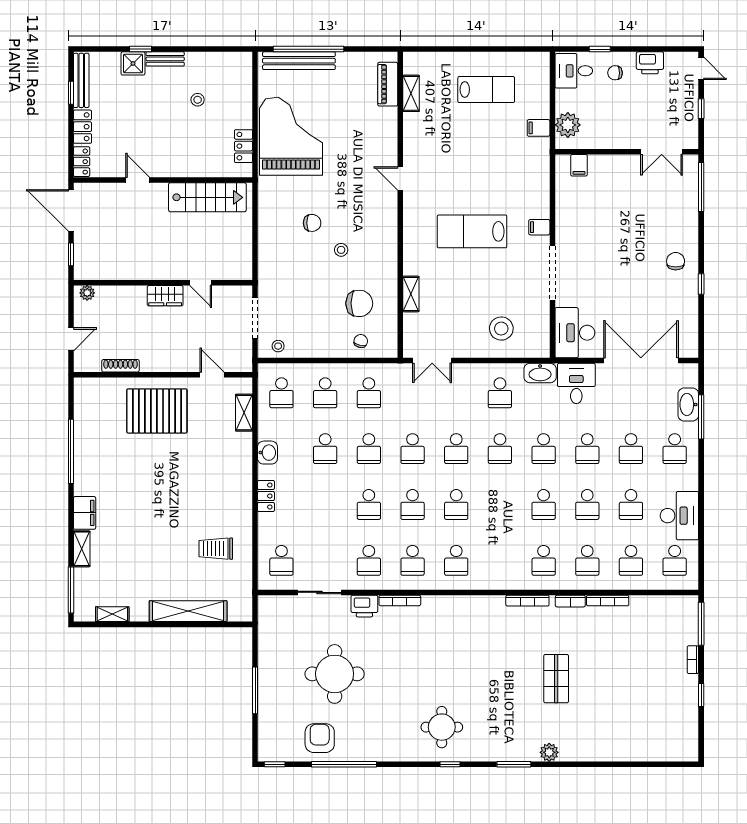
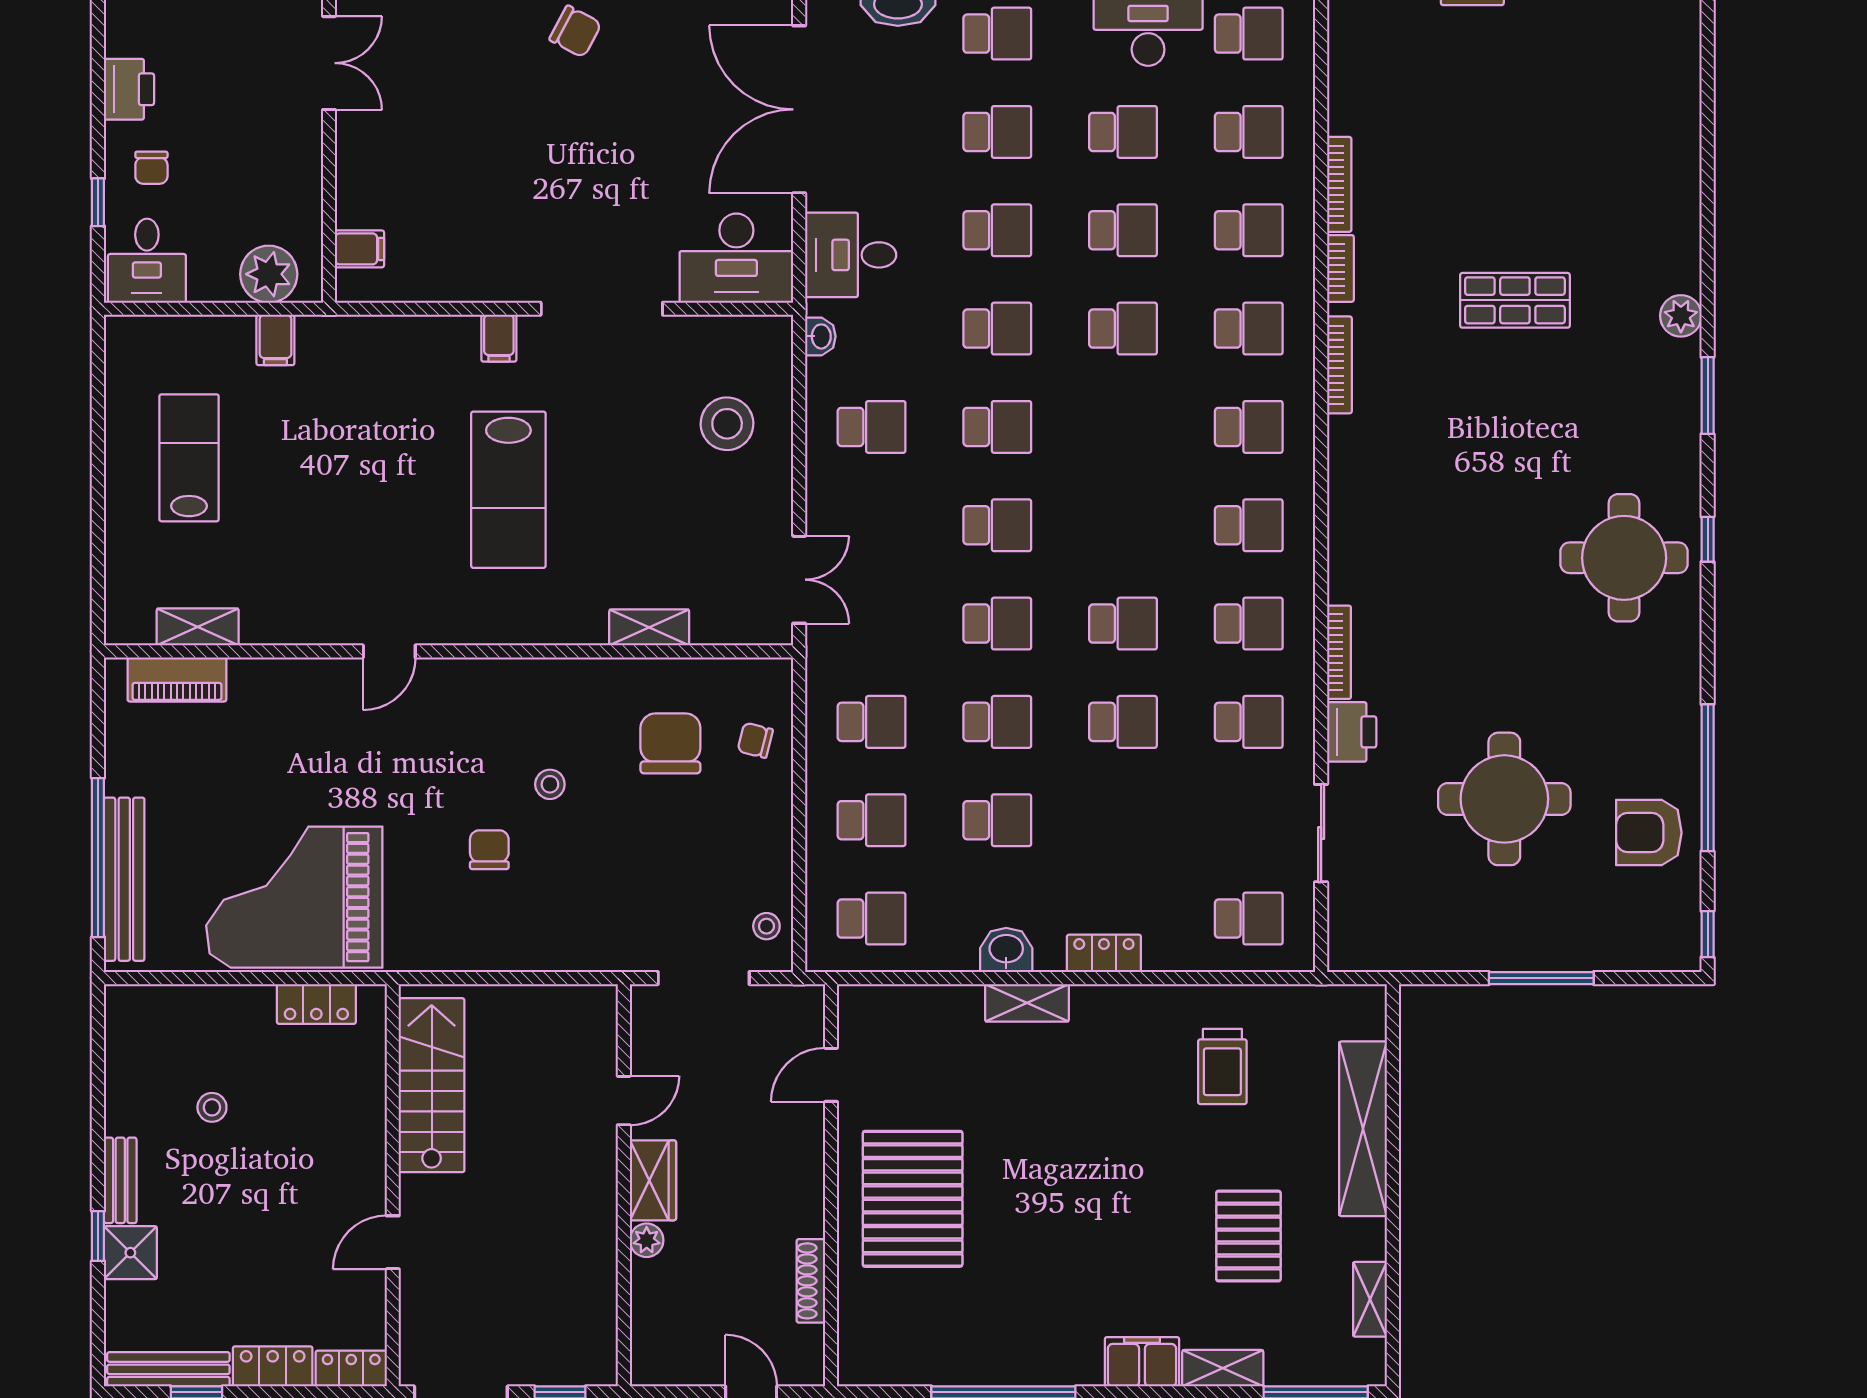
chair: (676, 261) -> (575, 32), turned -152
plant: (87, 293) -> (647, 1240), moved
washbasin: (540, 373) -> (820, 336), width x0.52, depth x0.69
shelving: (244, 413) -> (1027, 1003), moved
school desk: (456, 504) -> (1249, 427), moved
pallet: (140, 560) -> (1248, 1236), added
round table: (442, 727) -> (1624, 558), width x1.36, depth x1.36

